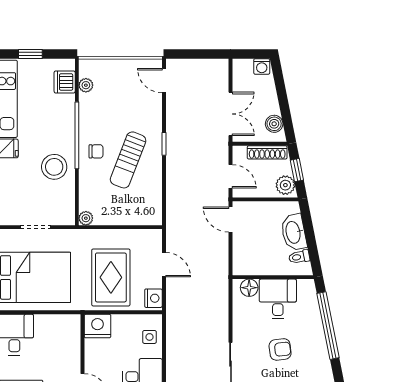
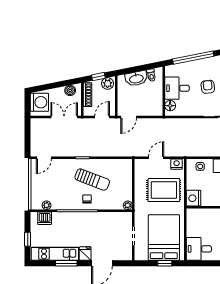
washing machine: (262, 66) -> (39, 102), width x1.89, depth x1.89
stool: (54, 167) -> (96, 225), removed

